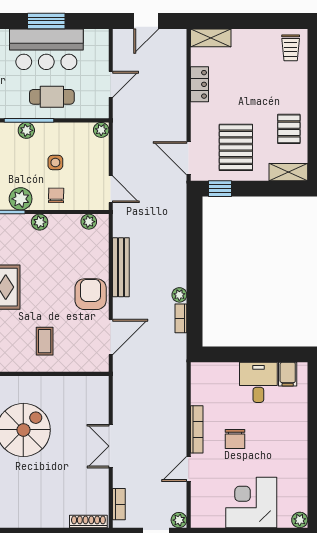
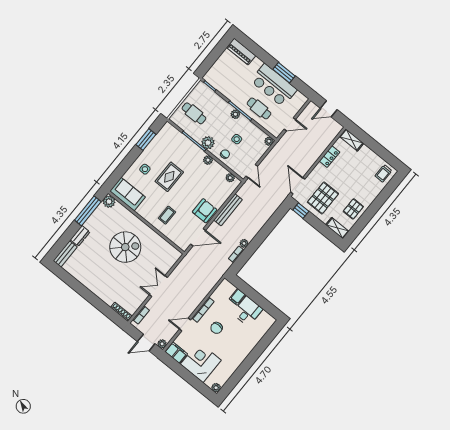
filing cabinet: (288, 374) -> (237, 297), moved
filing cabinet: (207, 517) -> (176, 353), added

